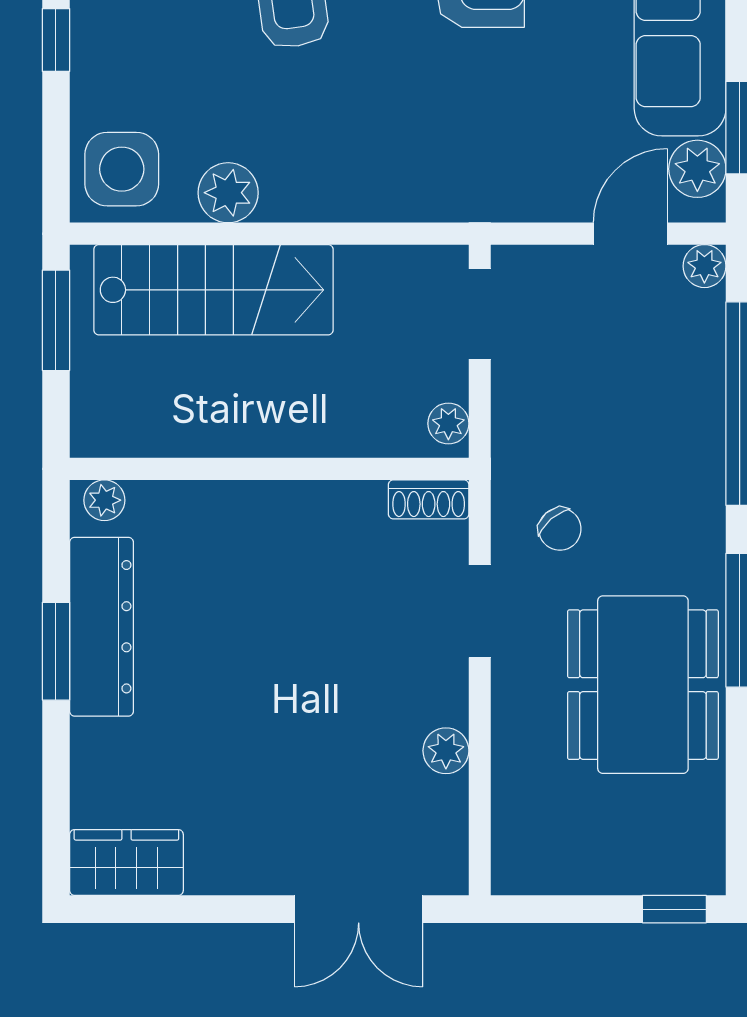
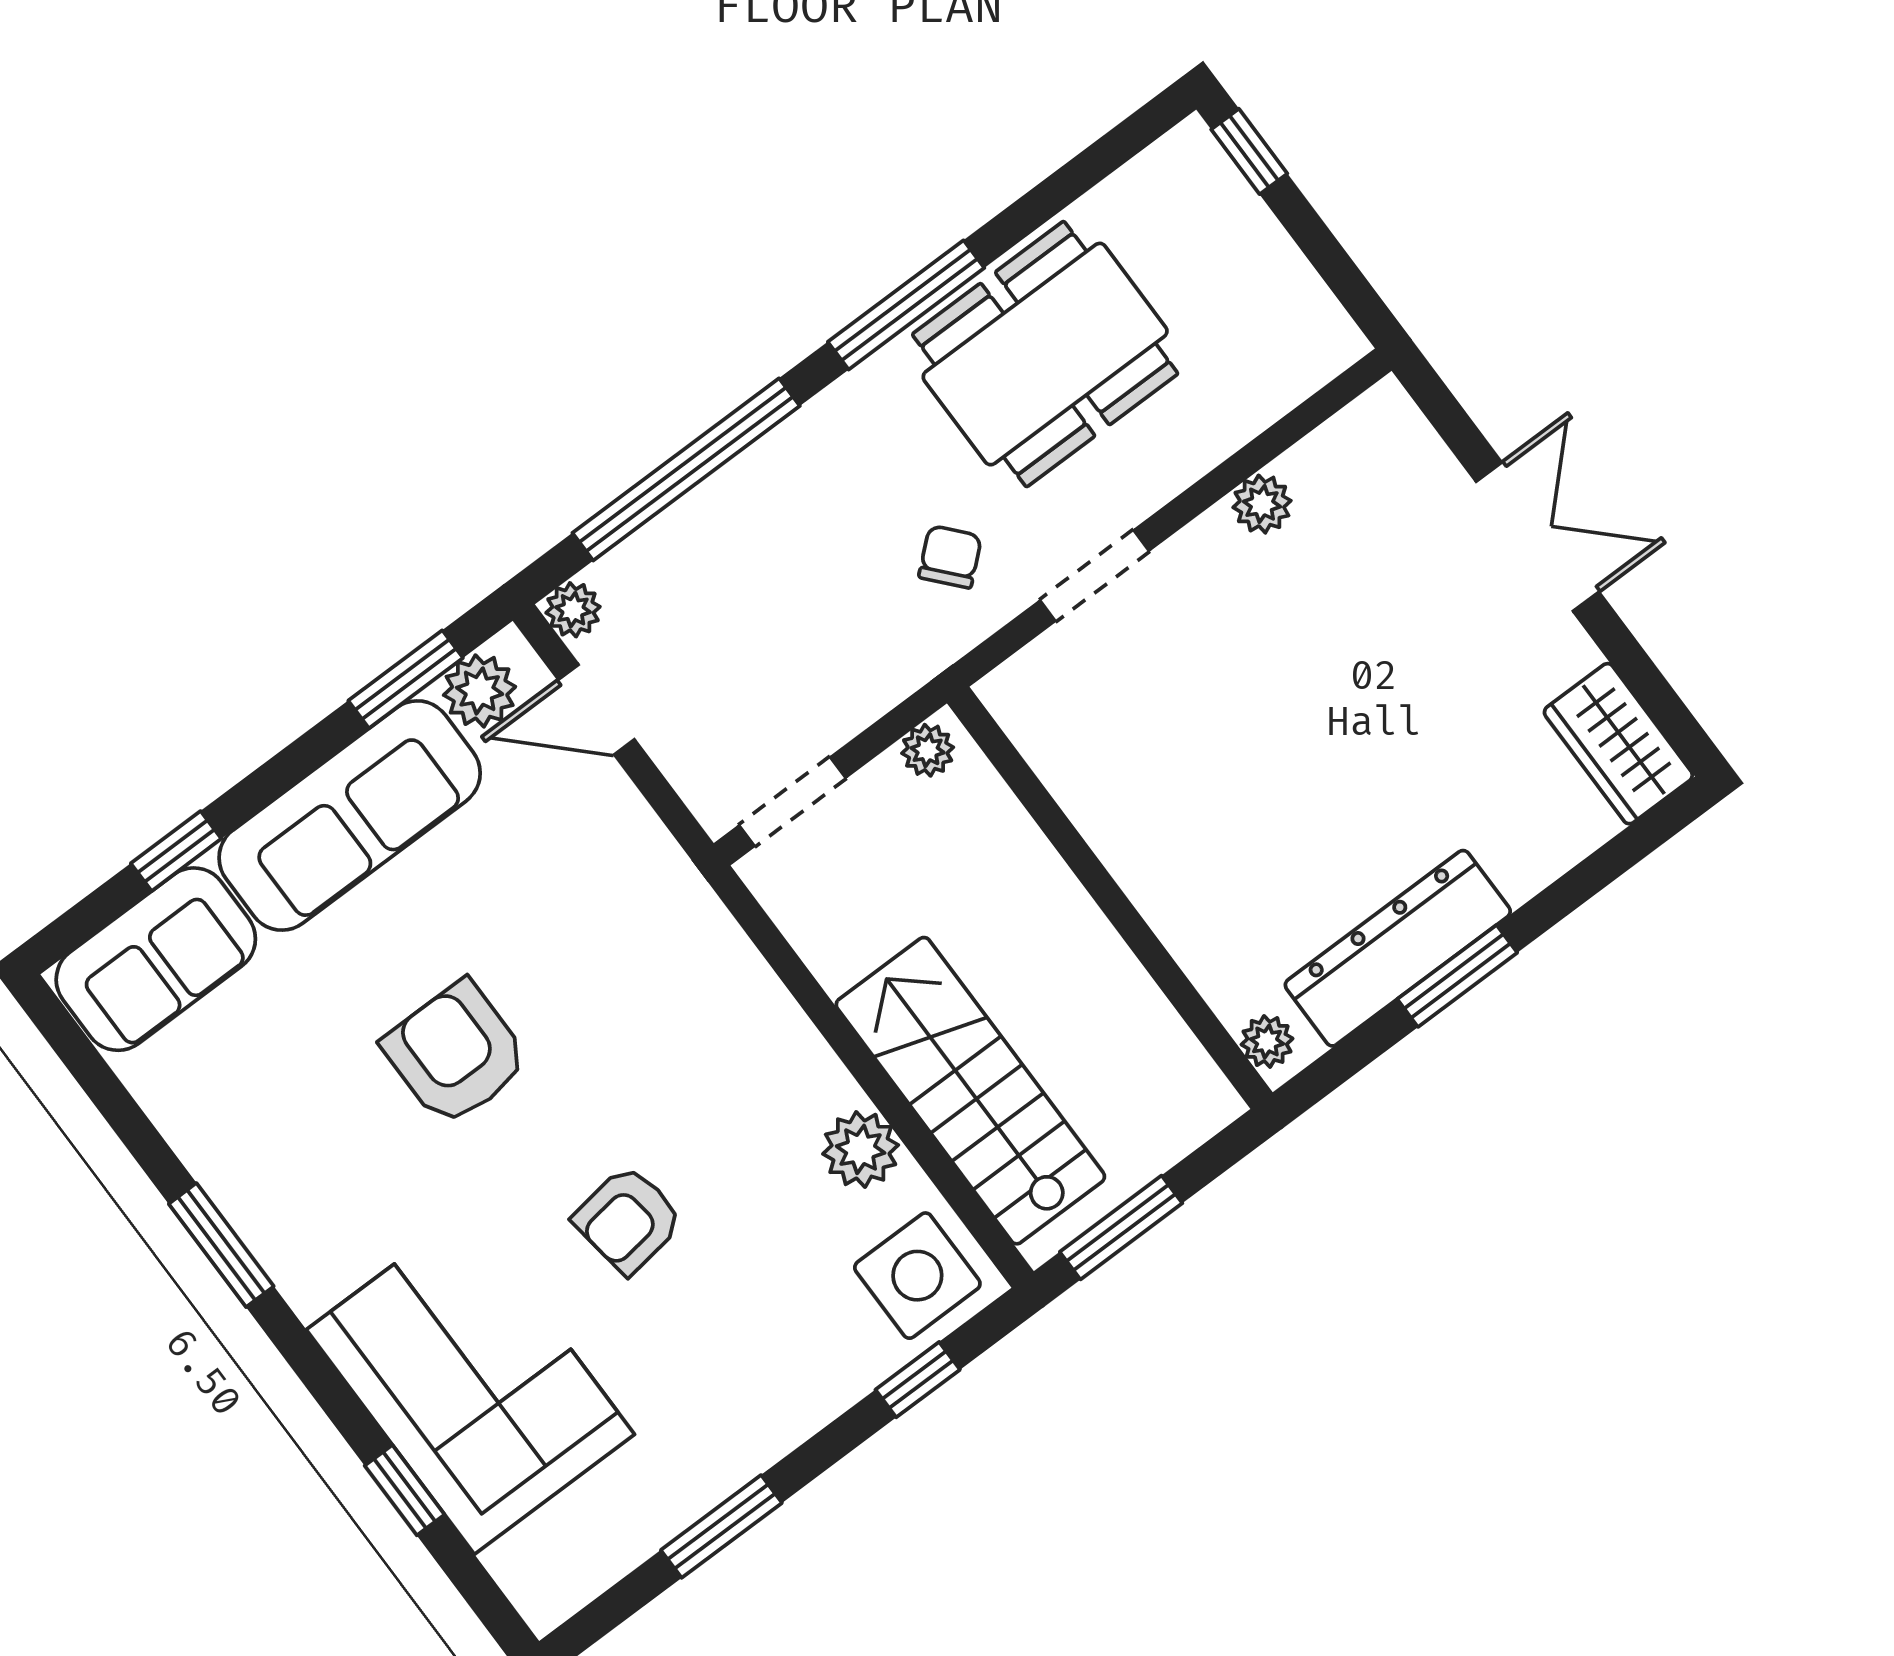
window: (56, 40) -> (918, 1380), moved
shoe rack: (429, 499) -> (1020, 713), removed
double door: (359, 909) -> (1537, 537), moved

